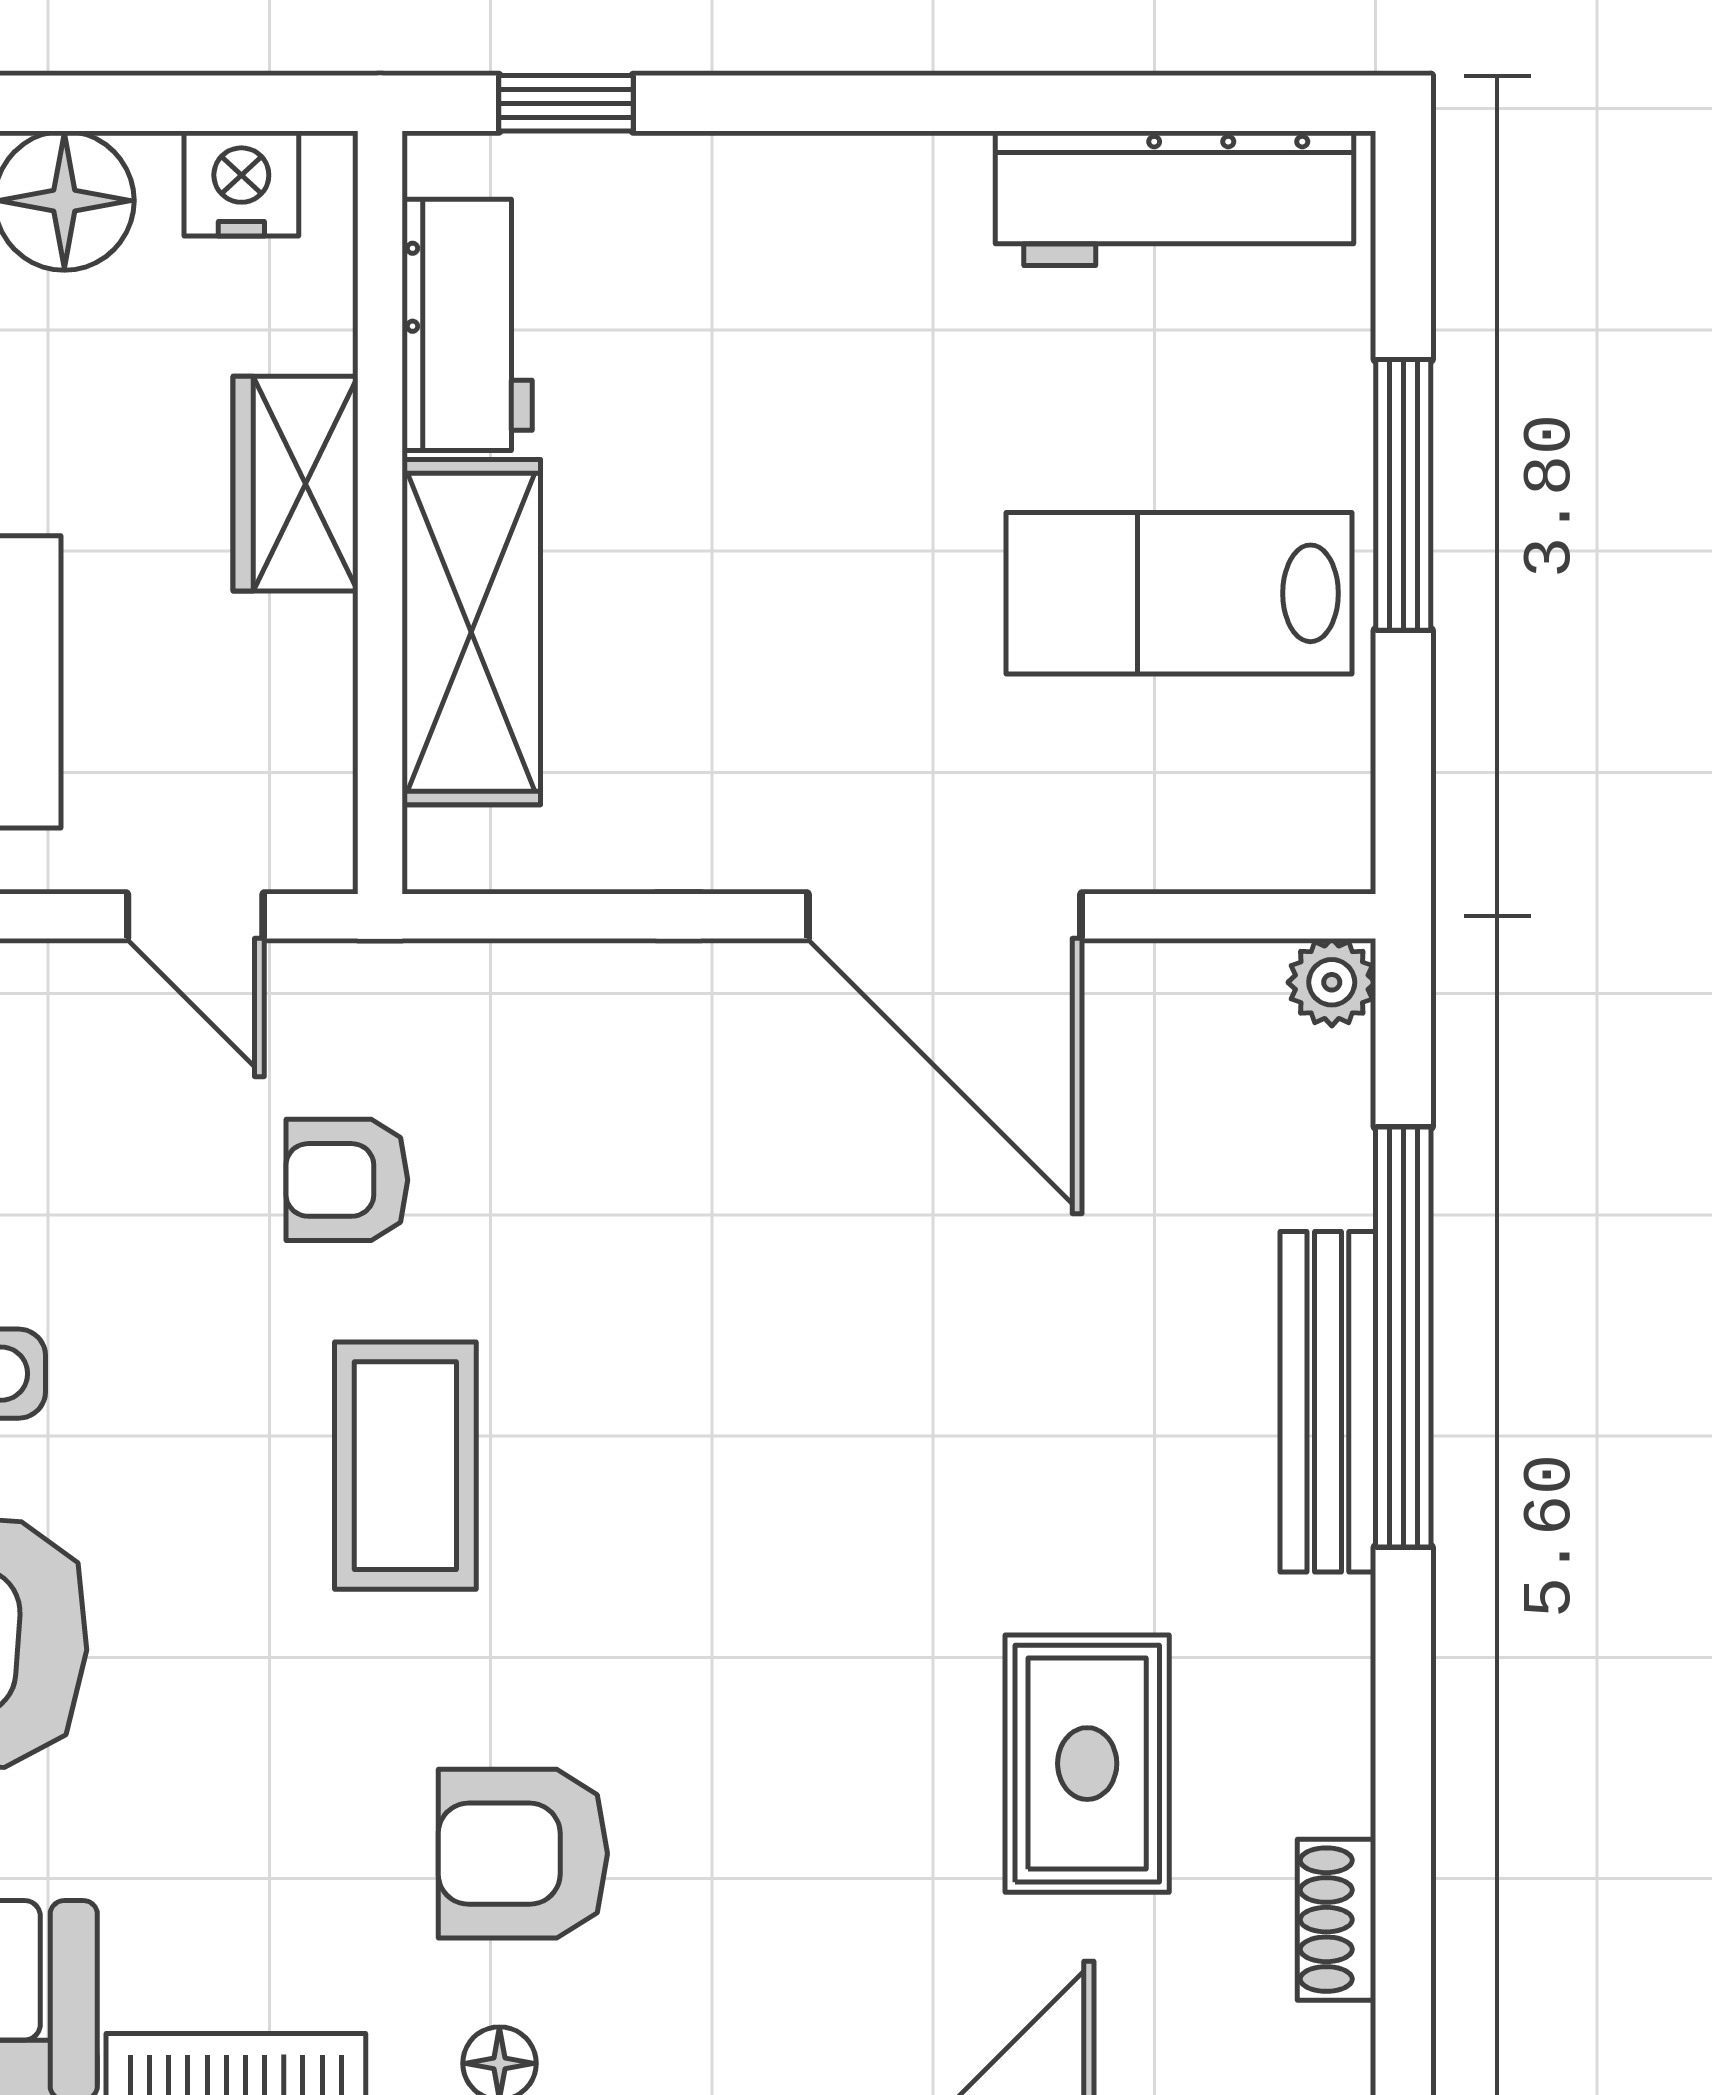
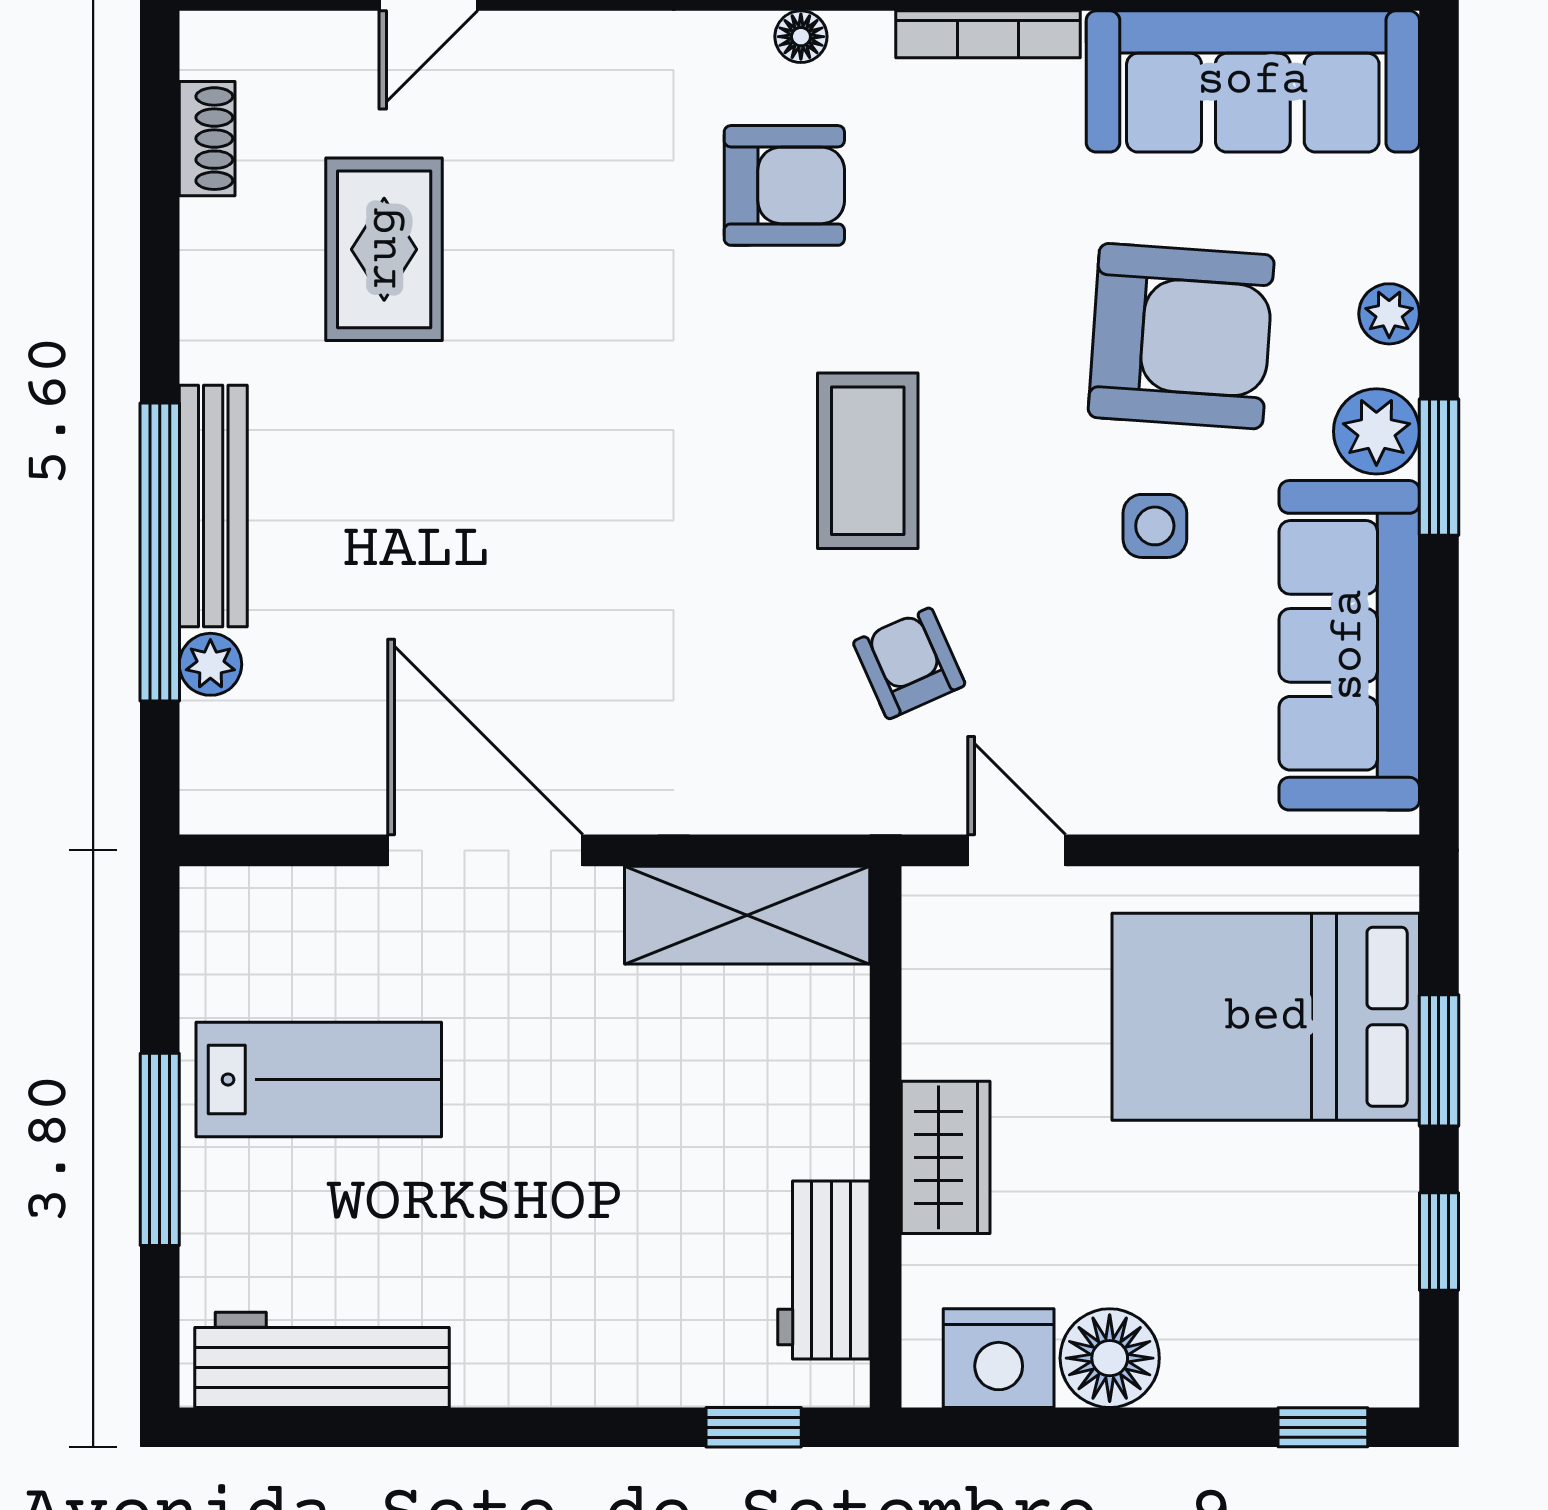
nightstand: (241, 184) -> (999, 1358), width x1.36, depth x1.33
shelving: (471, 632) -> (747, 915), moved, turned 90
plant: (1332, 982) -> (210, 664), moved
armchair: (347, 1180) -> (909, 663), turned -114

